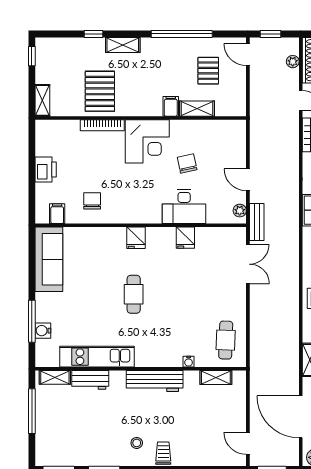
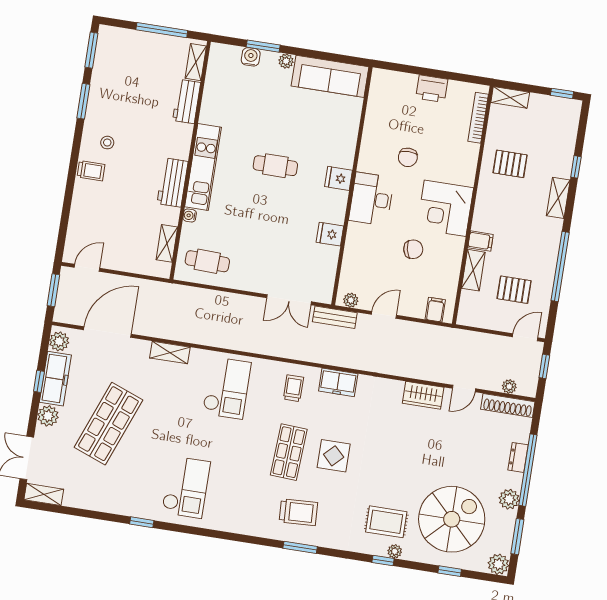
pallet: (100, 91) -> (510, 164), width x0.67, depth x0.71
bookcase: (102, 125) -> (478, 118), moved
chair: (92, 201) -> (408, 157), moved, turned 90
desk: (184, 207) -> (371, 199), moved
filing cabinet: (57, 214) -> (435, 310), moved, turned -90
plant: (42, 299) -> (286, 61), added
window: (32, 321) -> (263, 46), width x0.69
kitchen unit: (97, 357) -> (203, 167), moved
workbench: (155, 381) -> (173, 182), width x0.73

